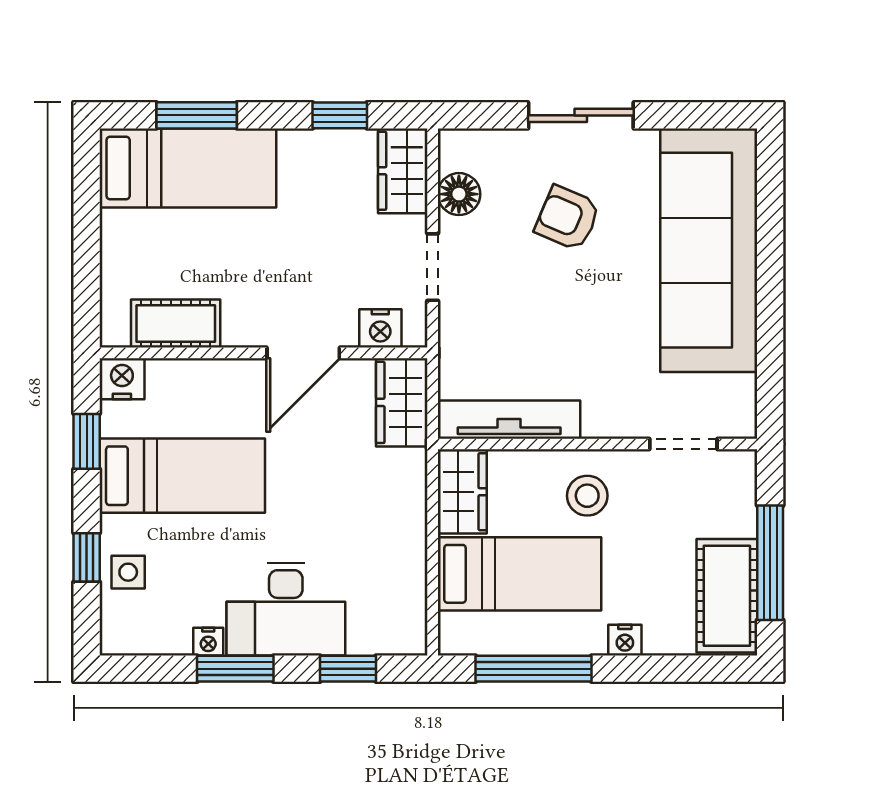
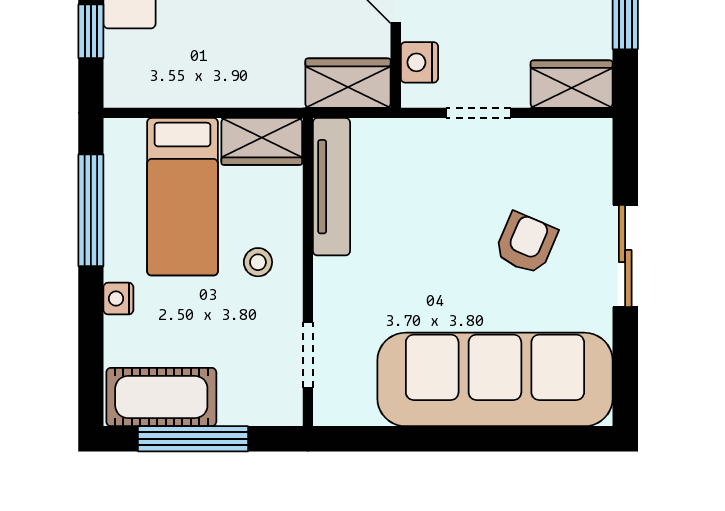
floor lamp: (459, 194) -> (549, 138), removed
stool: (587, 496) -> (258, 262), width x0.73, depth x0.73

